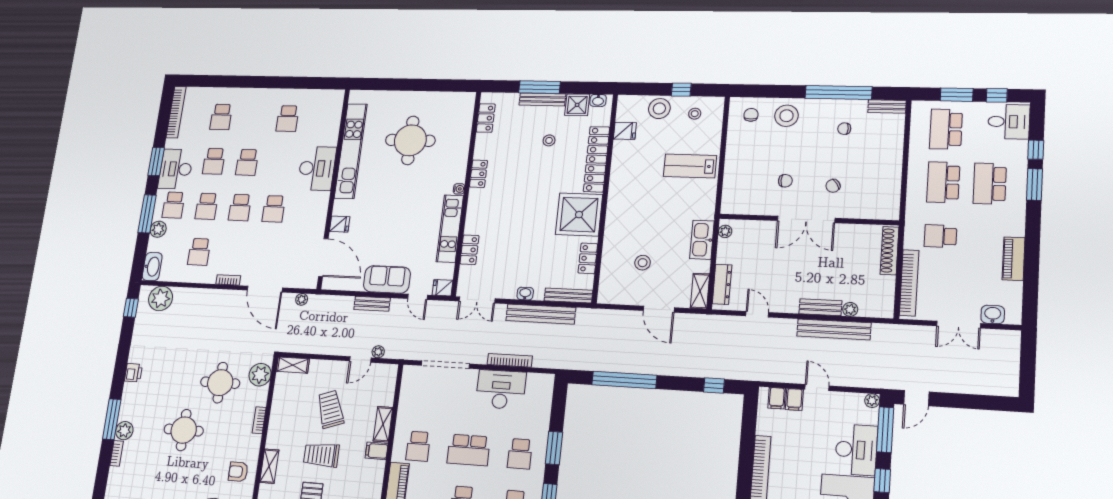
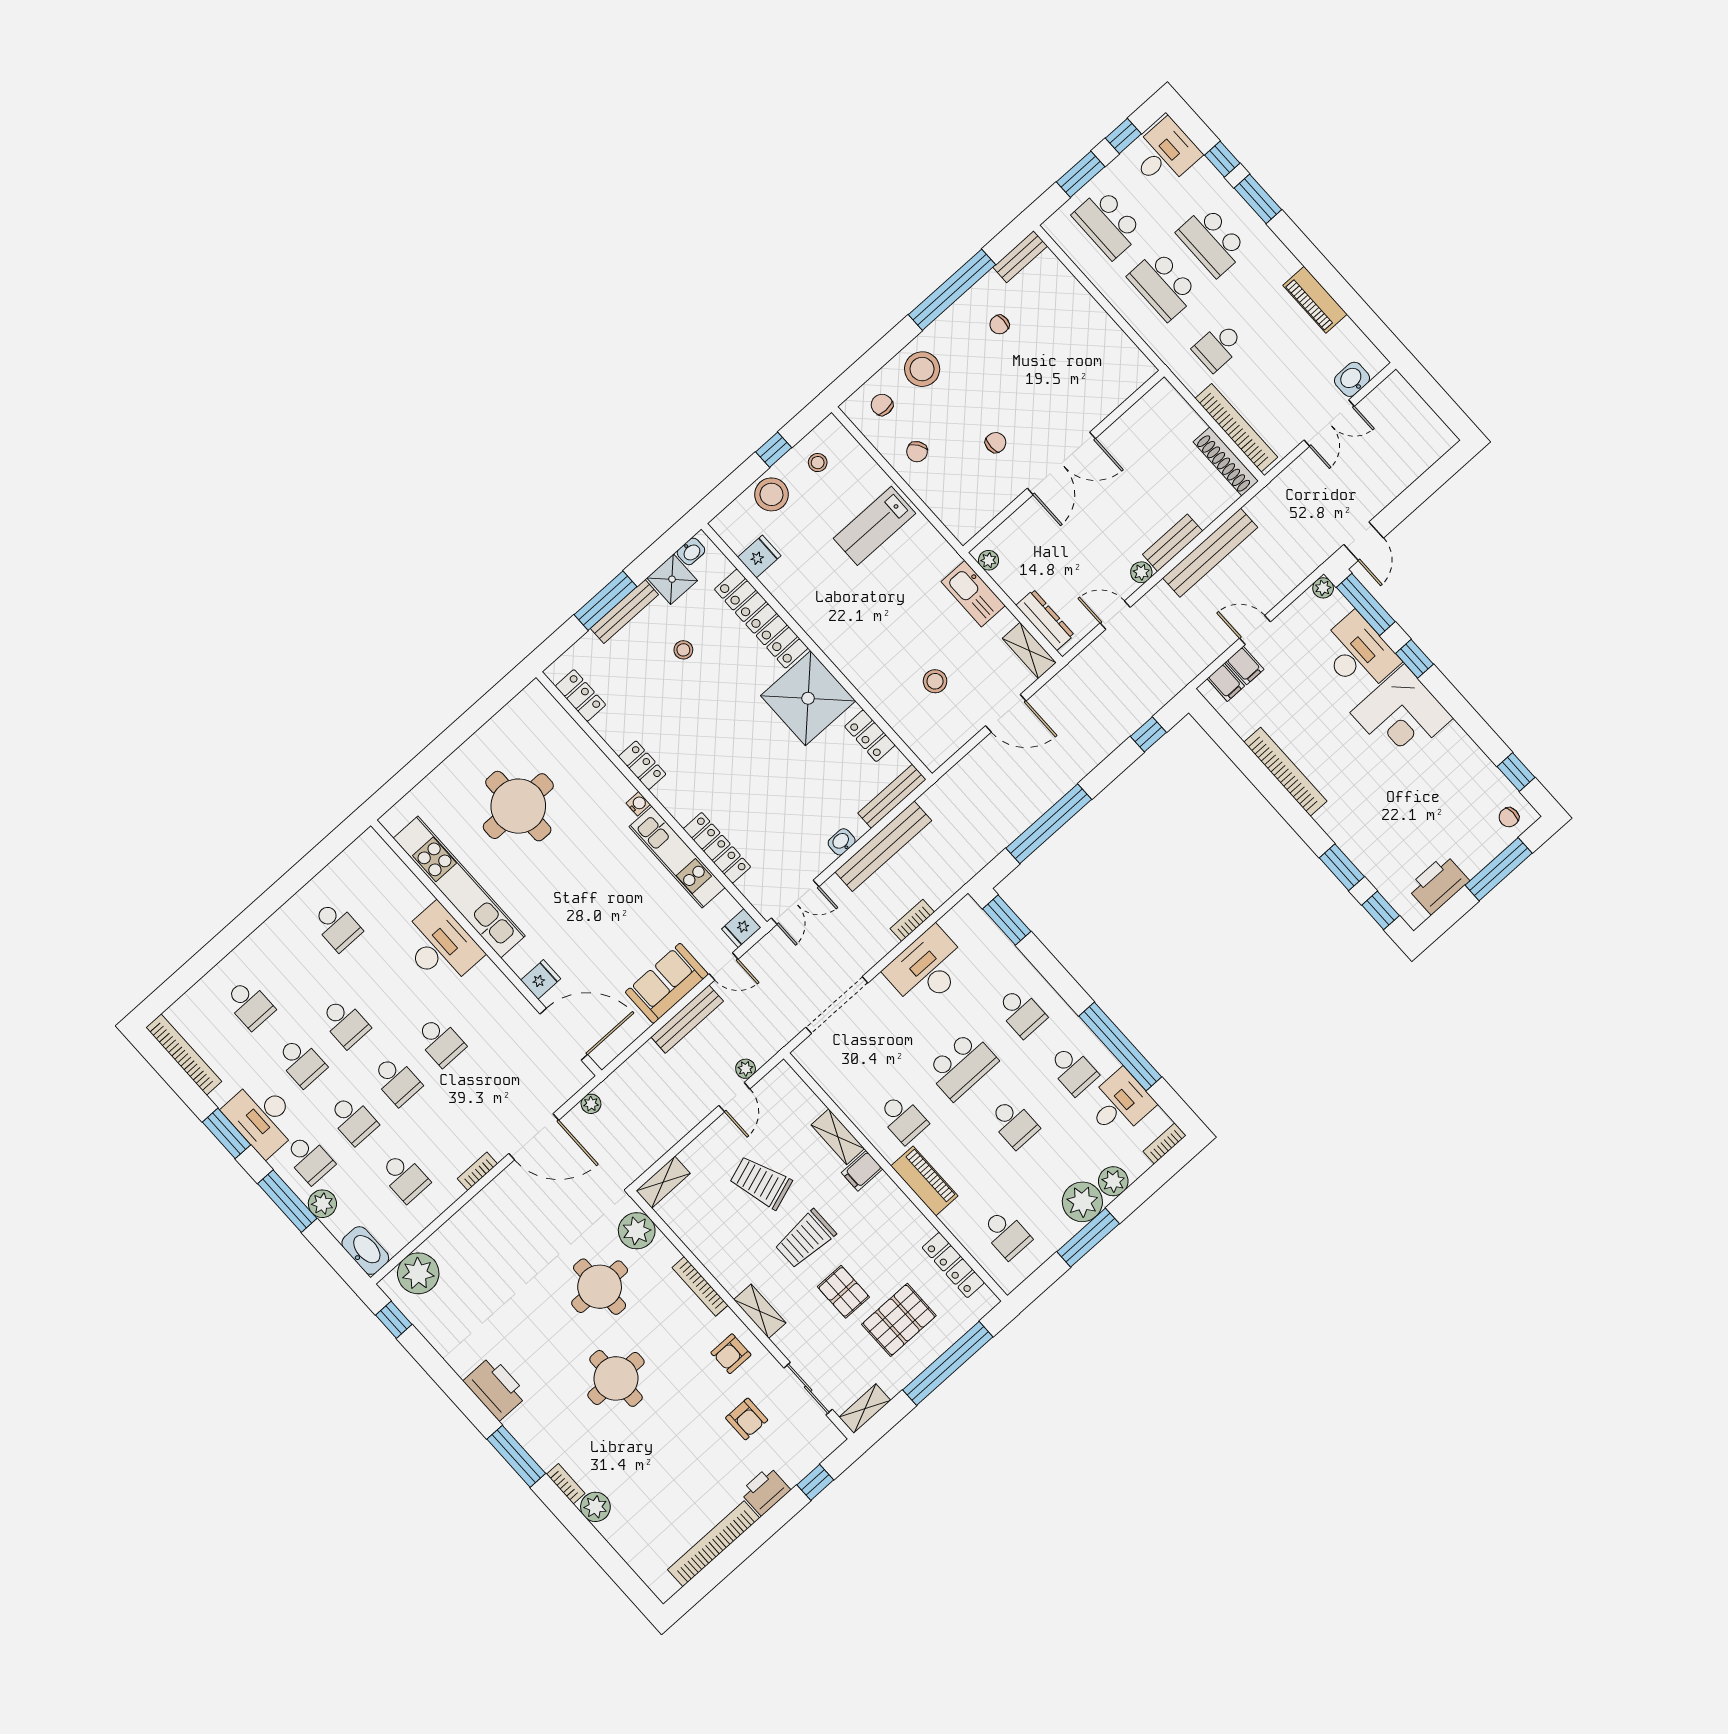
chair: (833, 186) -> (917, 452), moved
locker: (469, 250) -> (717, 848), width x1.53
shoe rack: (890, 251) -> (1226, 462), moved
bench: (372, 304) -> (687, 1019), width x1.36
plant: (850, 309) -> (1141, 572), moved
bookcase: (510, 360) -> (912, 920), width x0.64
printer: (133, 373) -> (496, 1388), width x1.87, depth x1.48
bookcase: (259, 420) -> (700, 1286), width x1.56
plant: (124, 431) -> (595, 1507), moved
window: (554, 448) -> (1007, 920), moved

